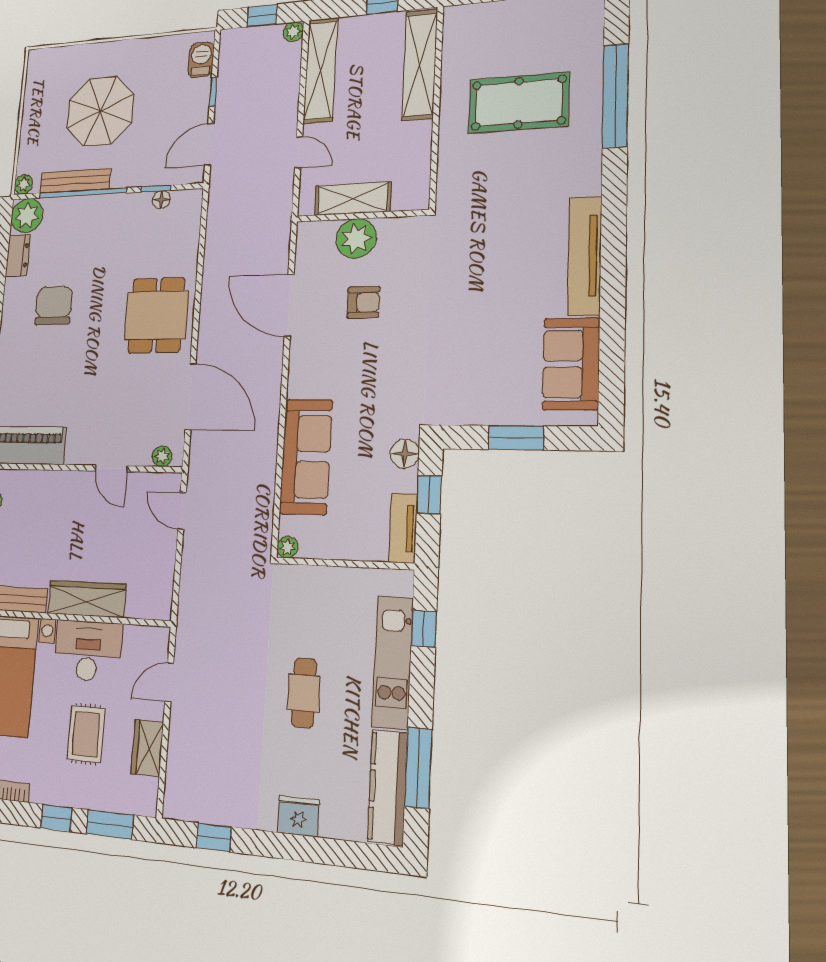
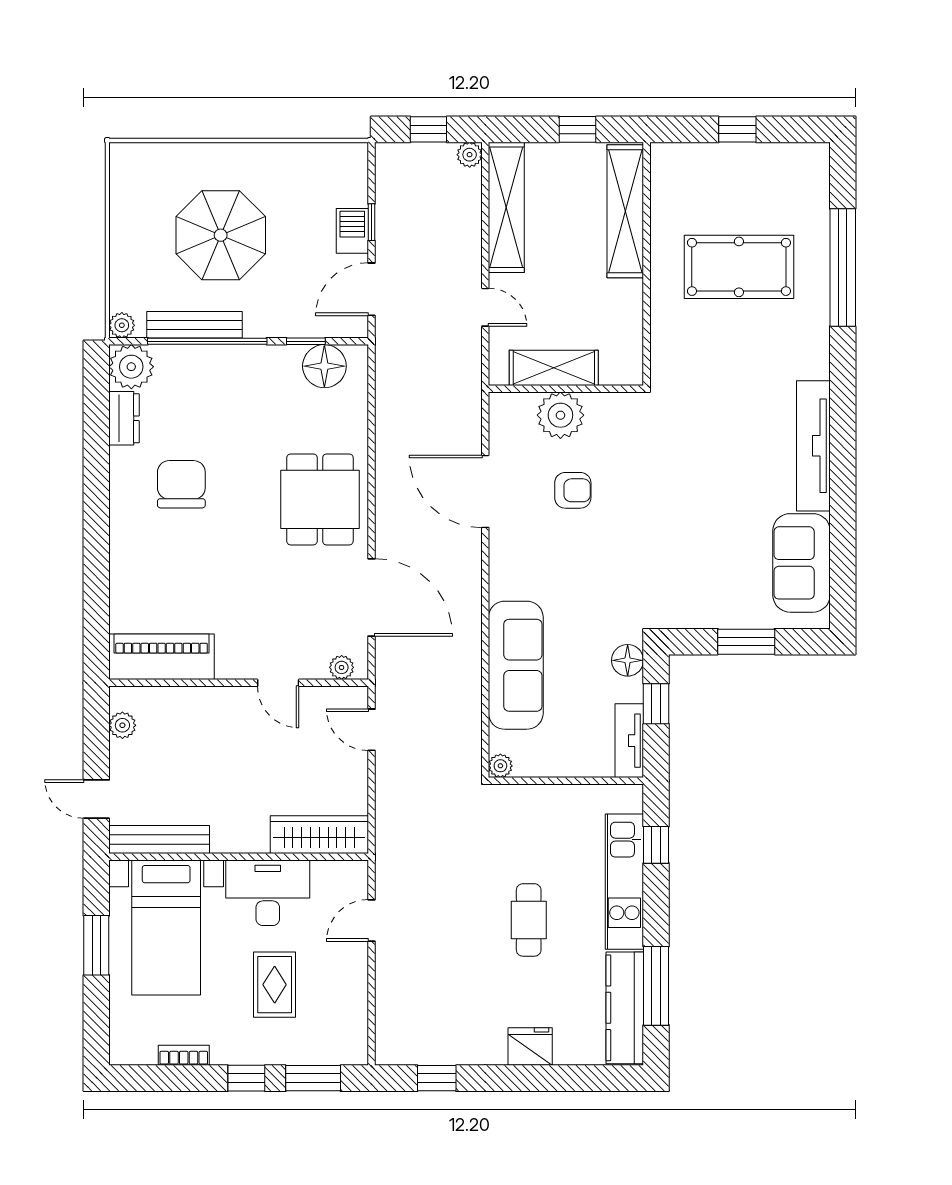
barbecue: (201, 60) -> (352, 231), moved
floor lamp: (161, 200) -> (324, 366), width x1.89, depth x1.89
wardrobe: (87, 599) -> (319, 835), moved
wardrobe: (147, 748) -> (351, 993), removed

